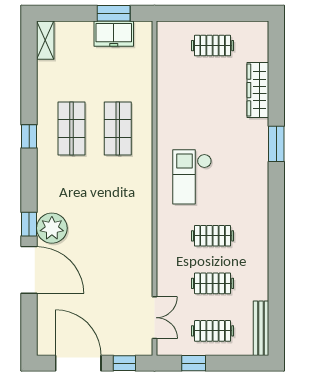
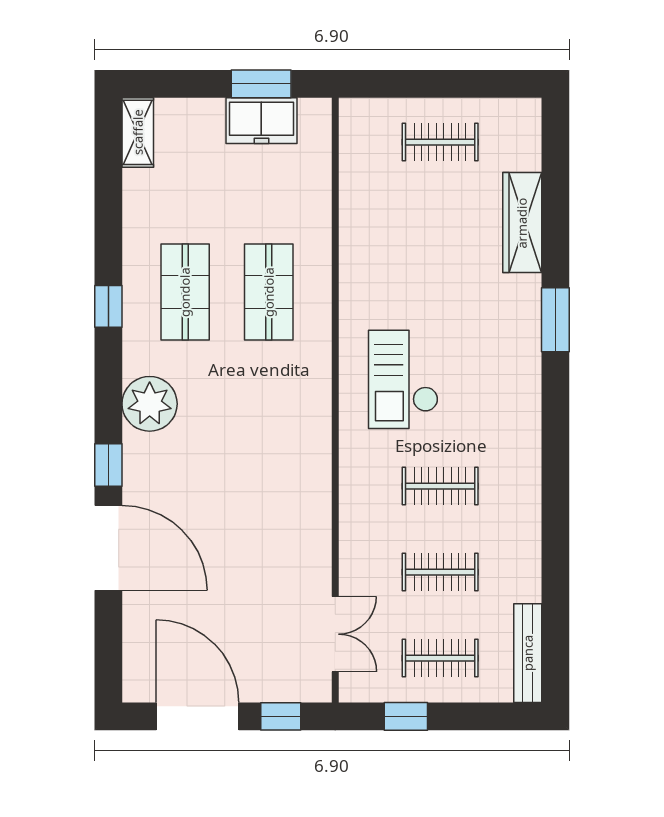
plant: (52, 228) -> (150, 404), moved

